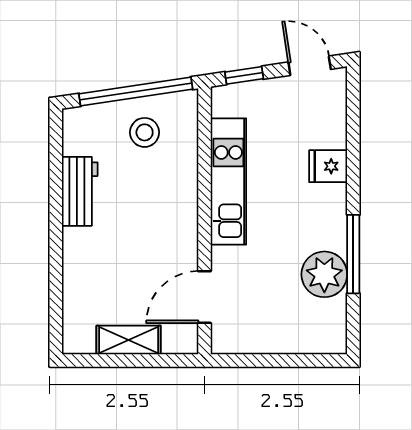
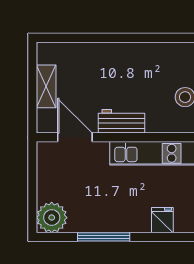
workbench: (80, 191) -> (122, 121), moved, turned 180
plant: (324, 274) -> (52, 218), moved

